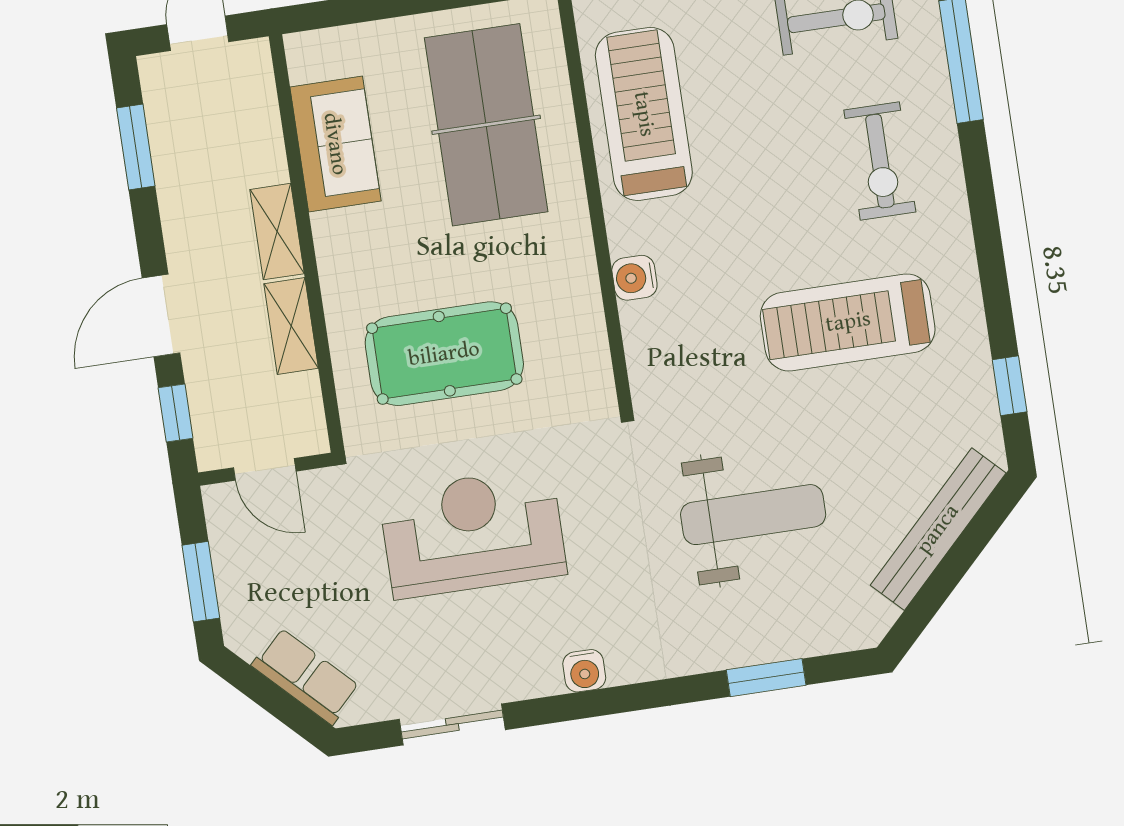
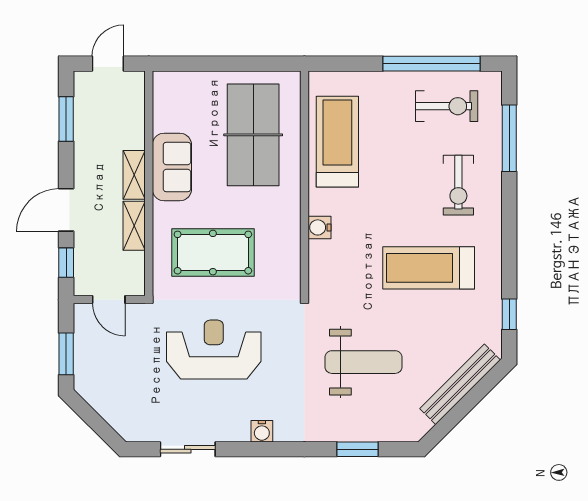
sofa: (335, 144) -> (172, 167), moved
row of seats: (306, 676) -> (114, 412), removed

